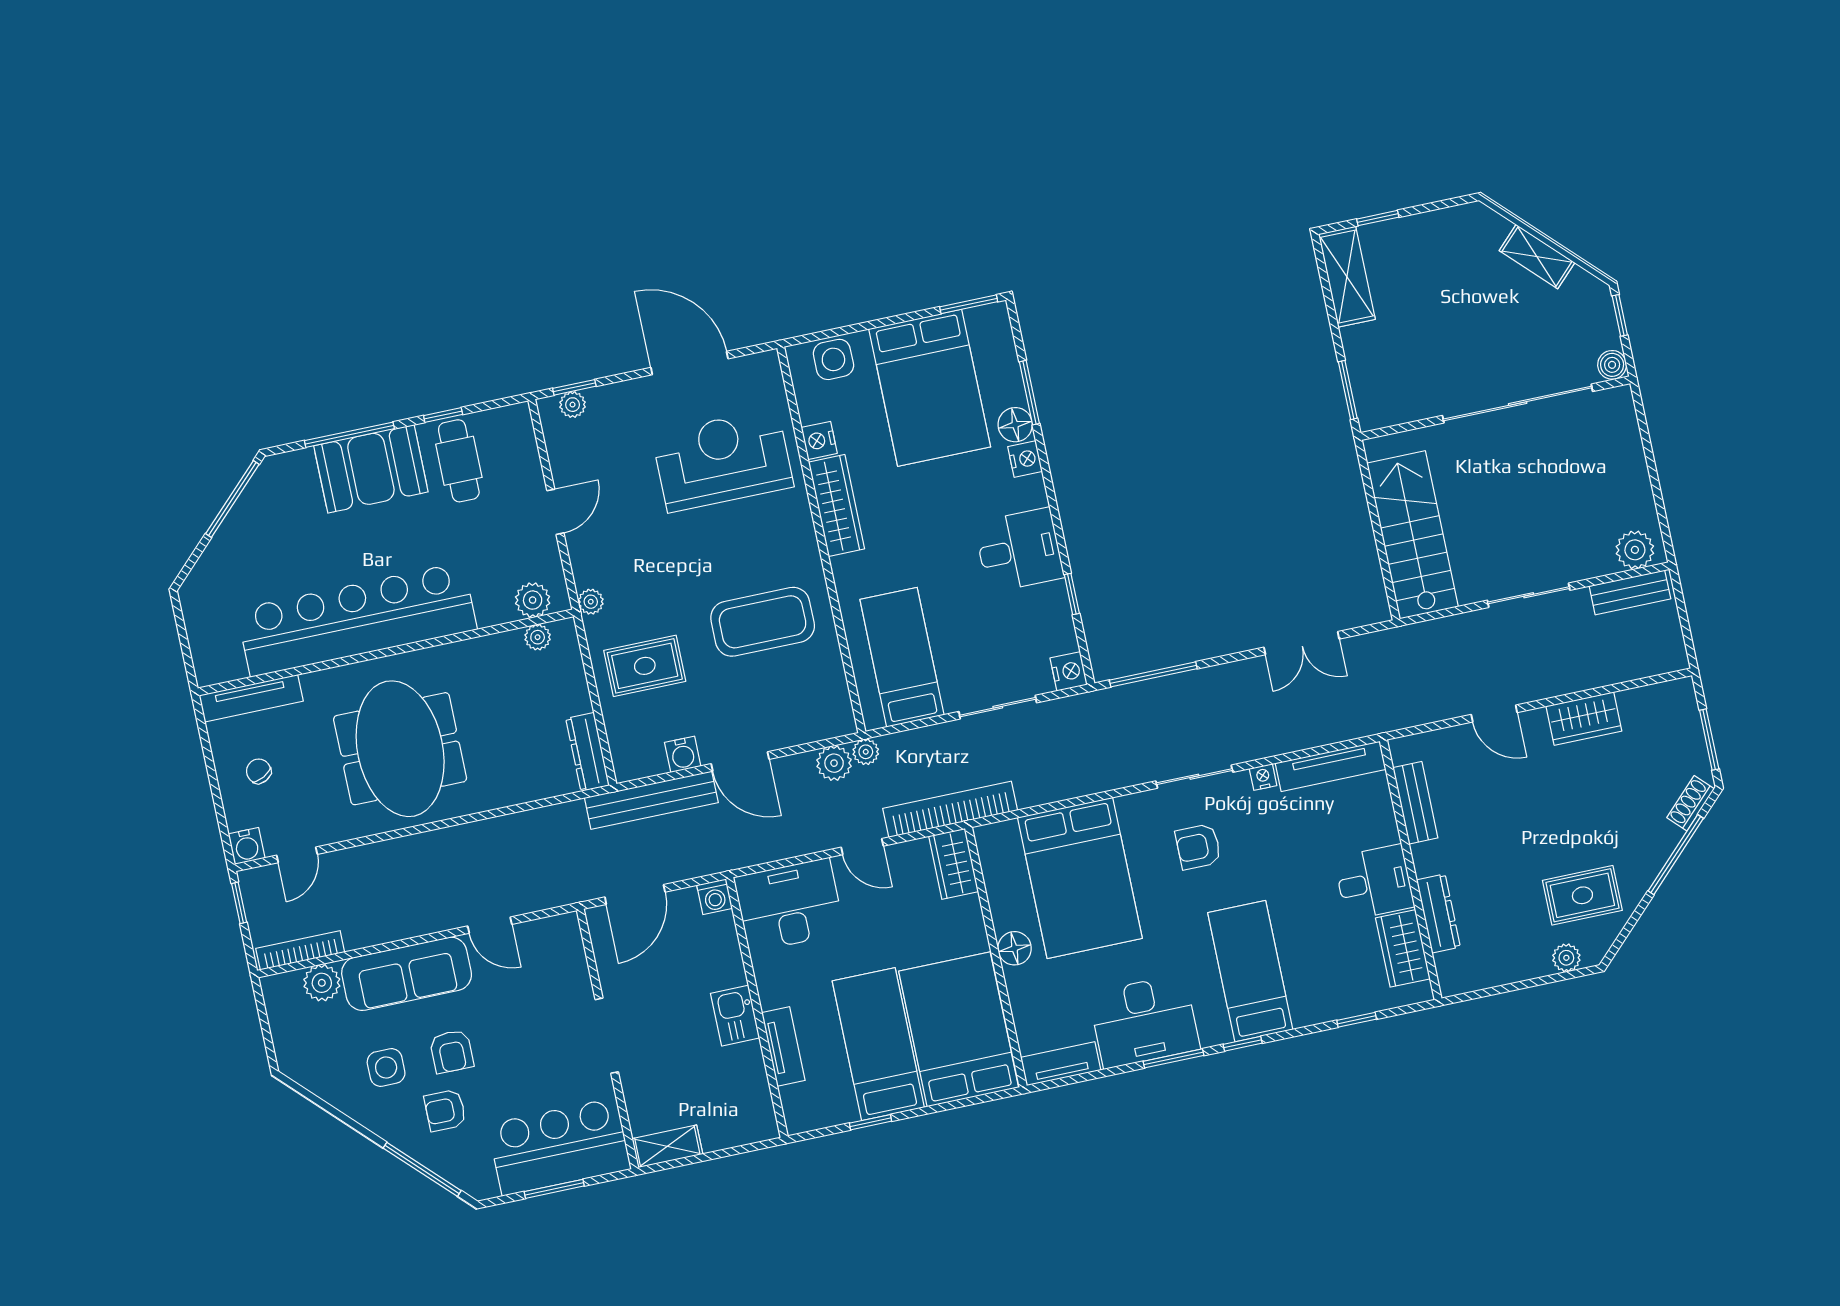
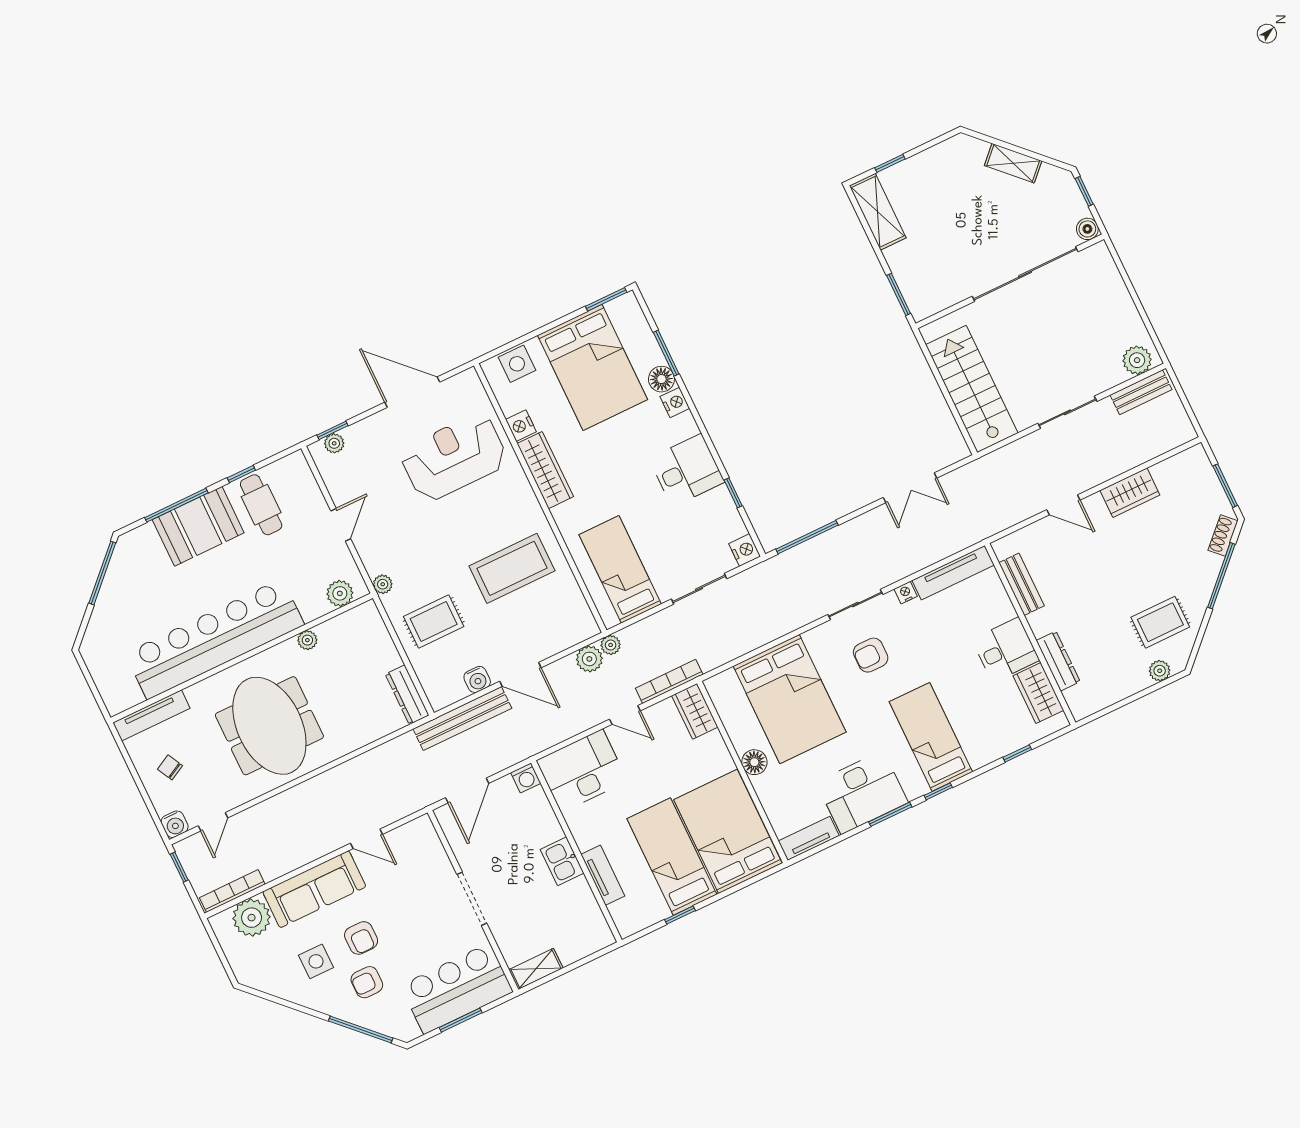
plant: (538, 637) -> (307, 640), moved
bookcase: (950, 809) -> (669, 681), width x0.68, depth x0.76
plant: (322, 983) -> (252, 918), width x1.36, depth x1.36

